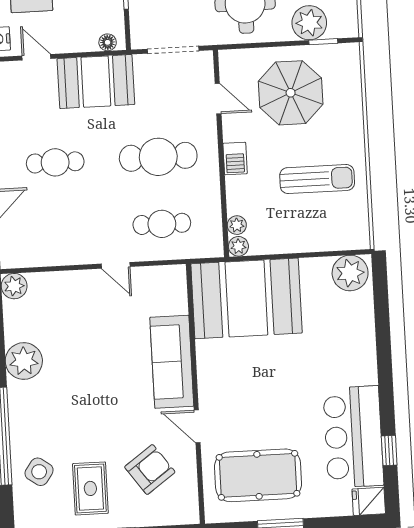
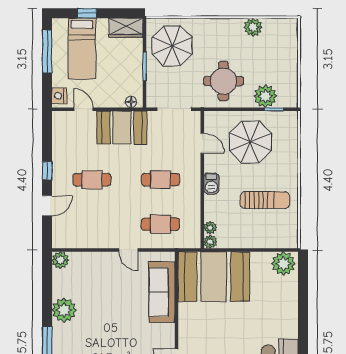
cafe table: (158, 157) -> (160, 180), width x0.73, depth x0.74
sofa: (172, 362) -> (162, 292), moved

